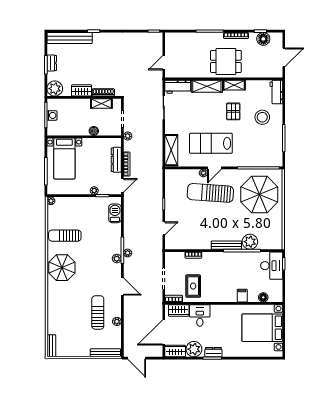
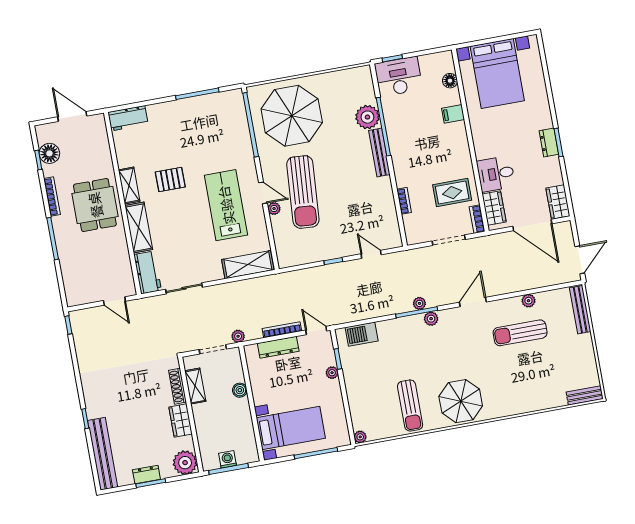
stool: (262, 117) -> (171, 133), removed
lab bench: (211, 143) -> (226, 205), turned 180
plant: (194, 349) -> (550, 173), removed

